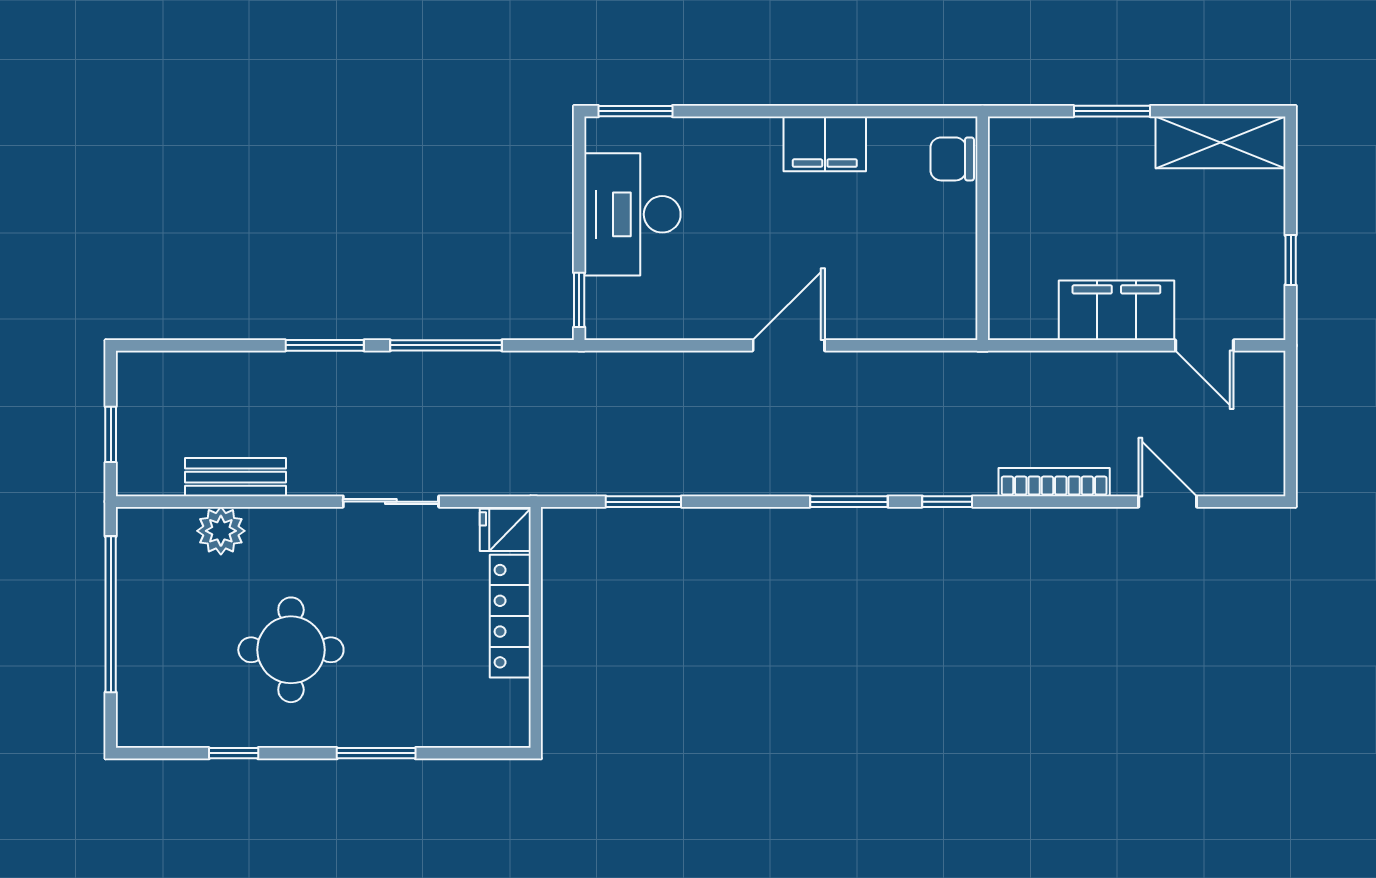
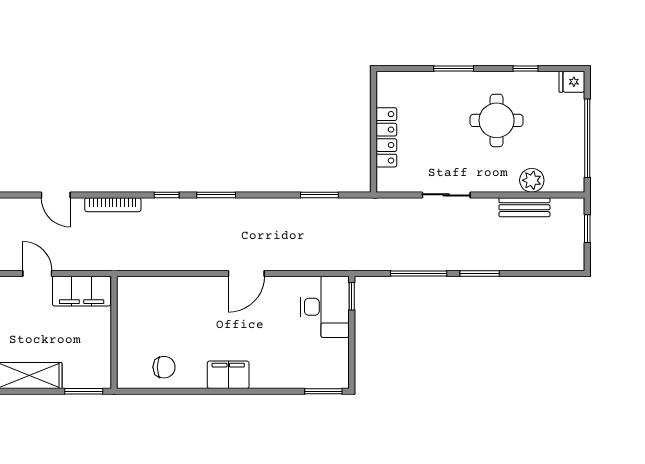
desk: (632, 214) -> (325, 307), moved
wall: (983, 228) -> (114, 332), moved
fridge: (505, 530) -> (572, 82), moved, turned 180

